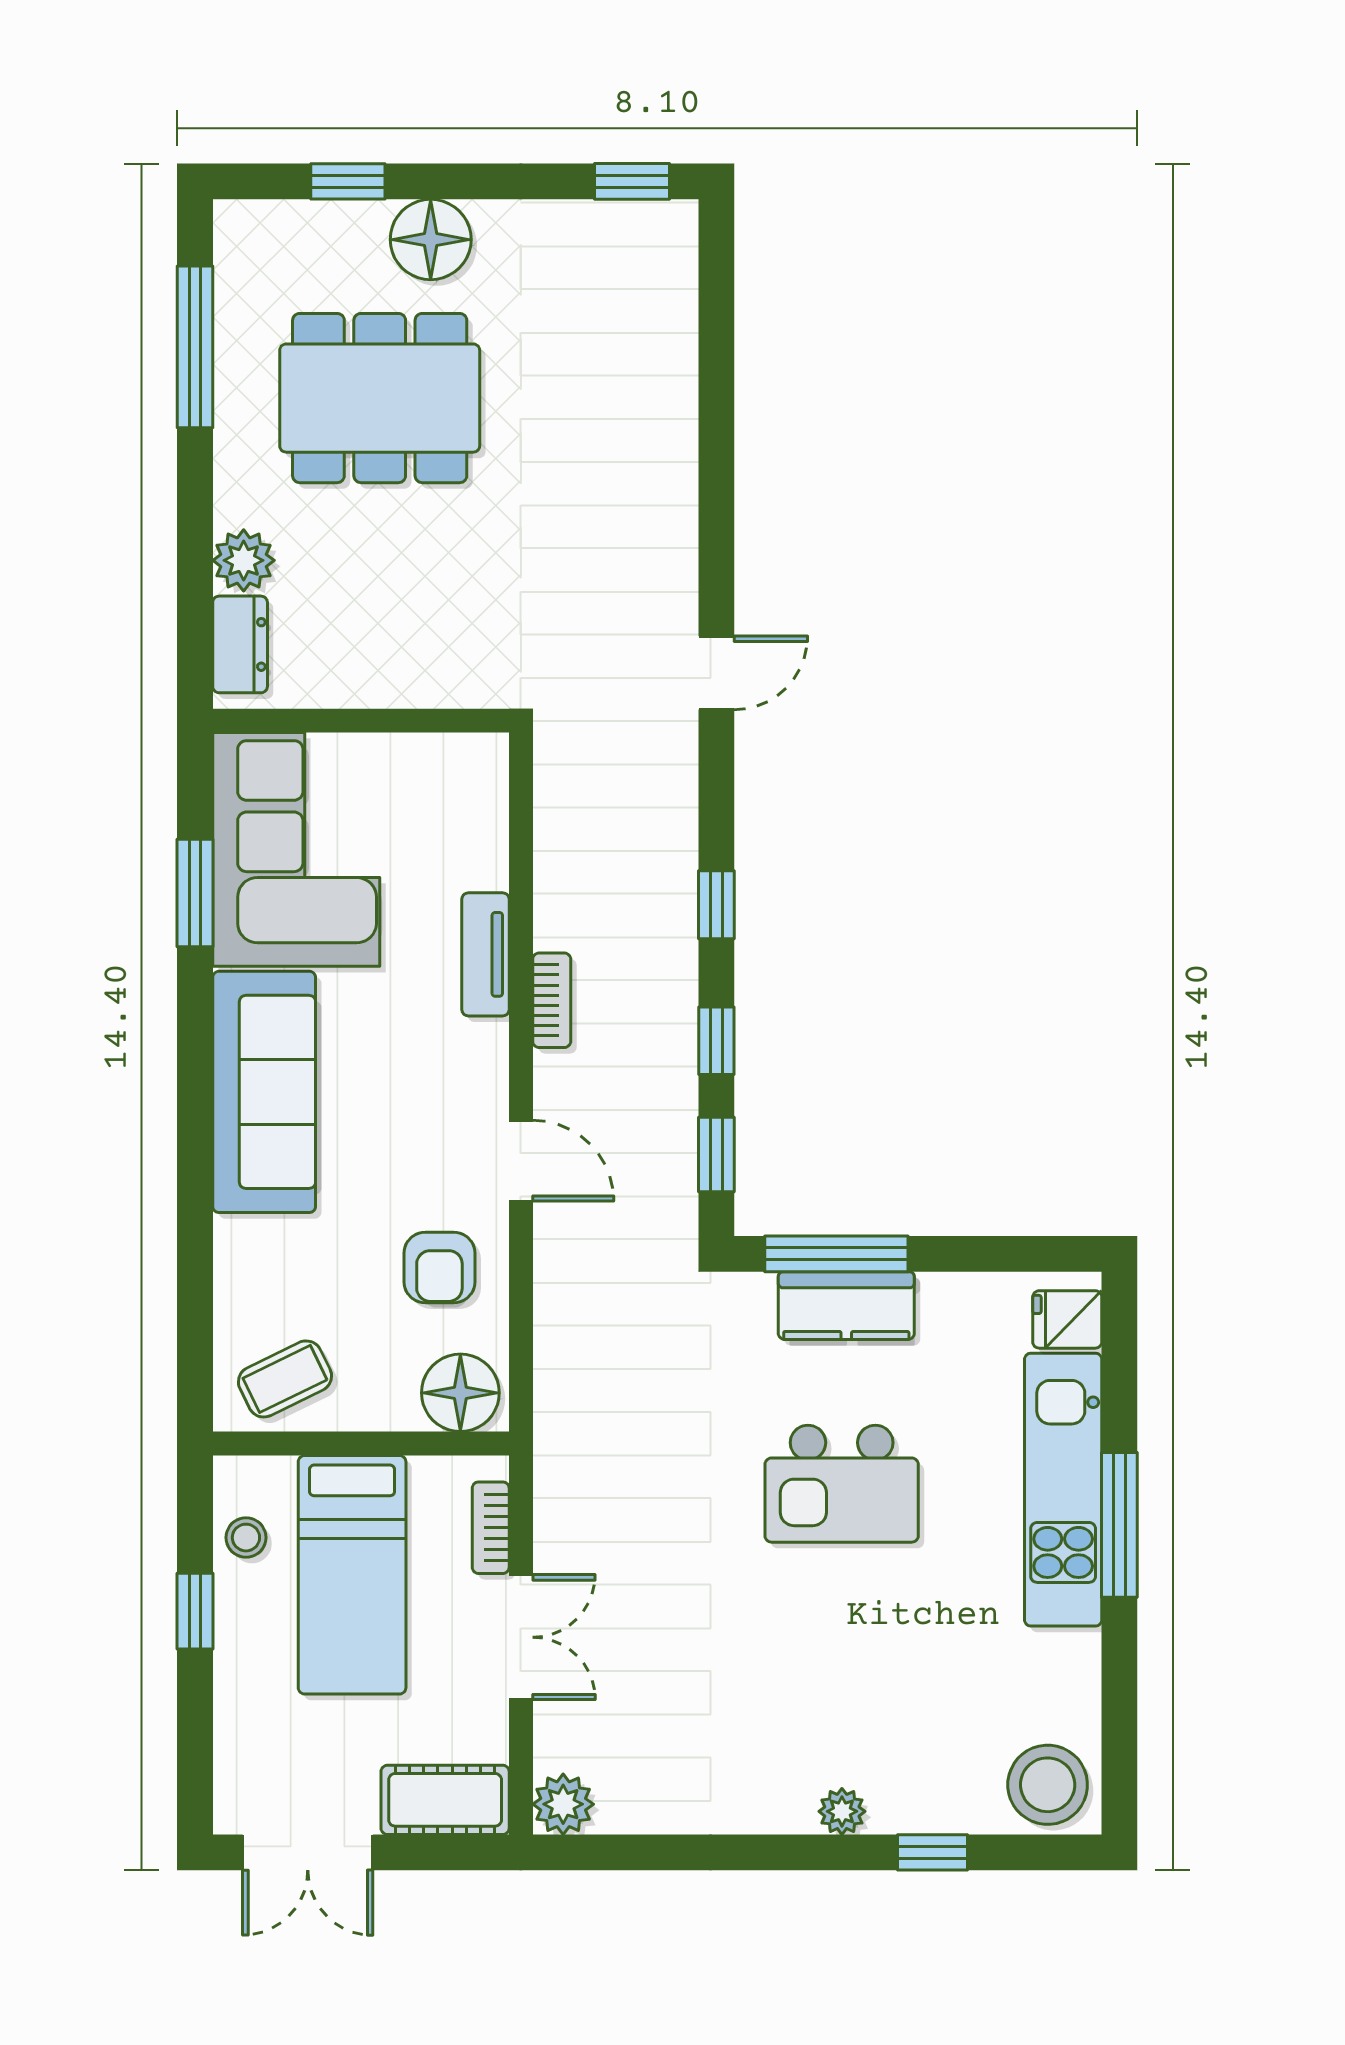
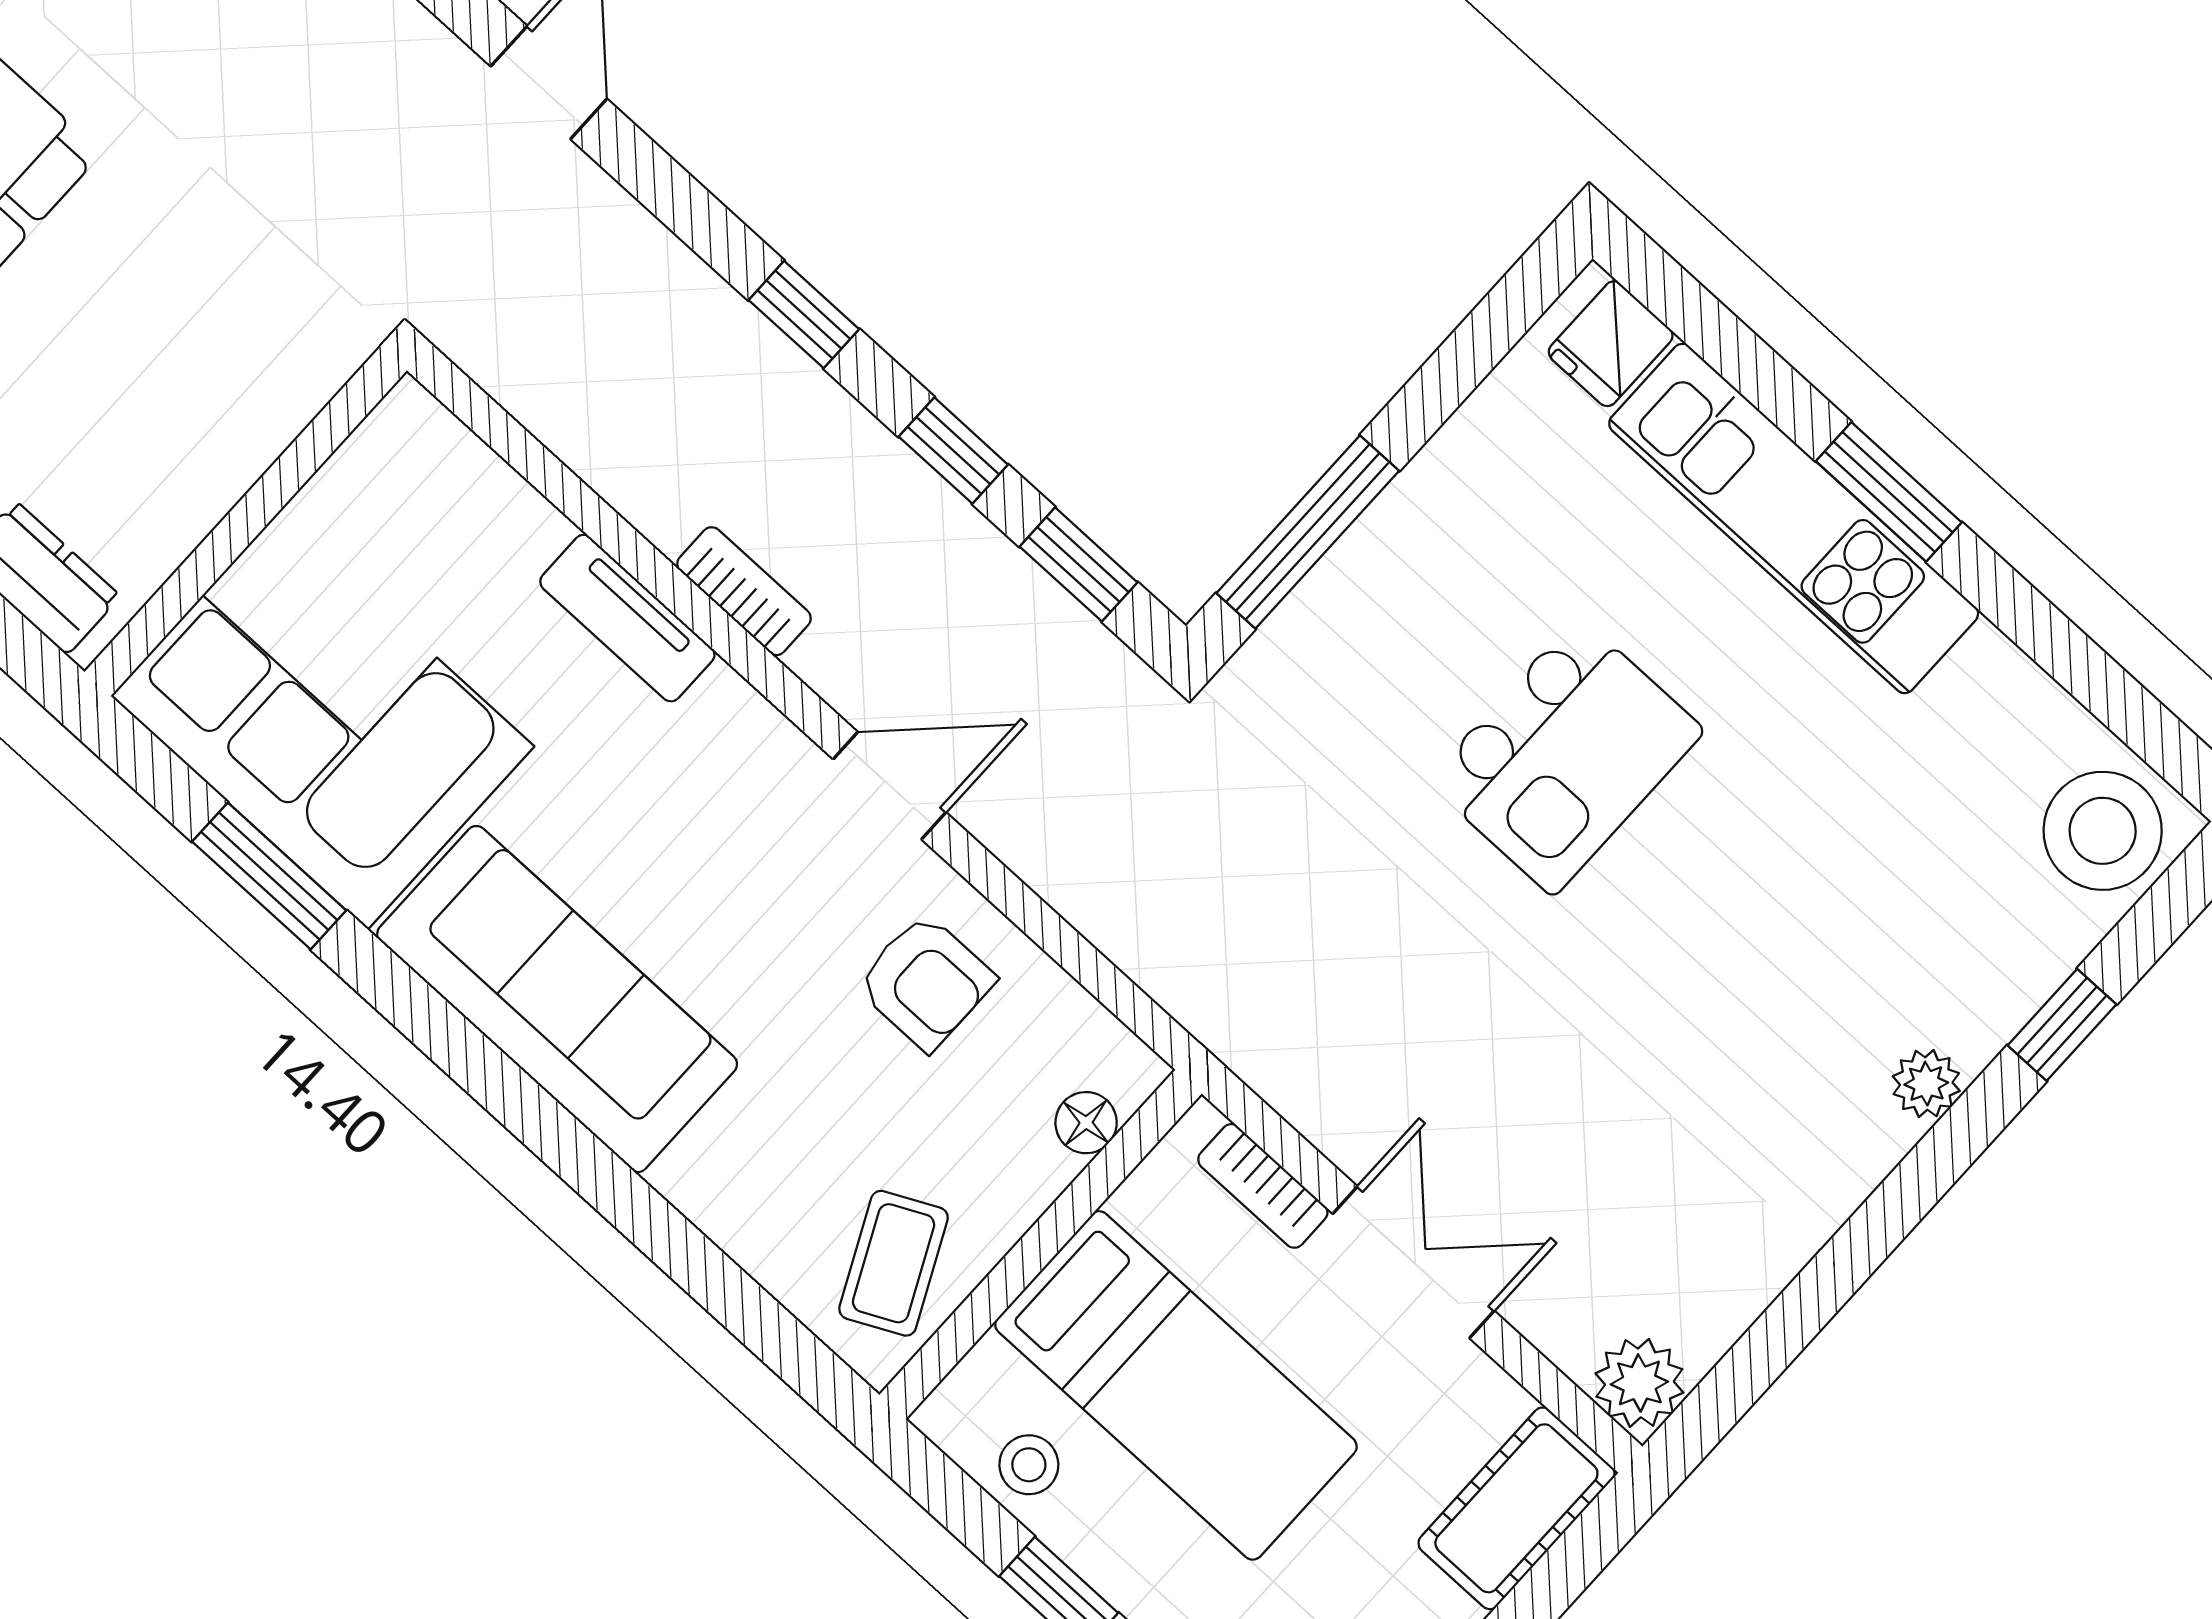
kitchen counter: (846, 1306) -> (1374, 573), removed
floor lamp: (460, 1393) -> (1086, 1123), width x0.53, depth x0.53
window: (1119, 1525) -> (1889, 492), width x0.69

